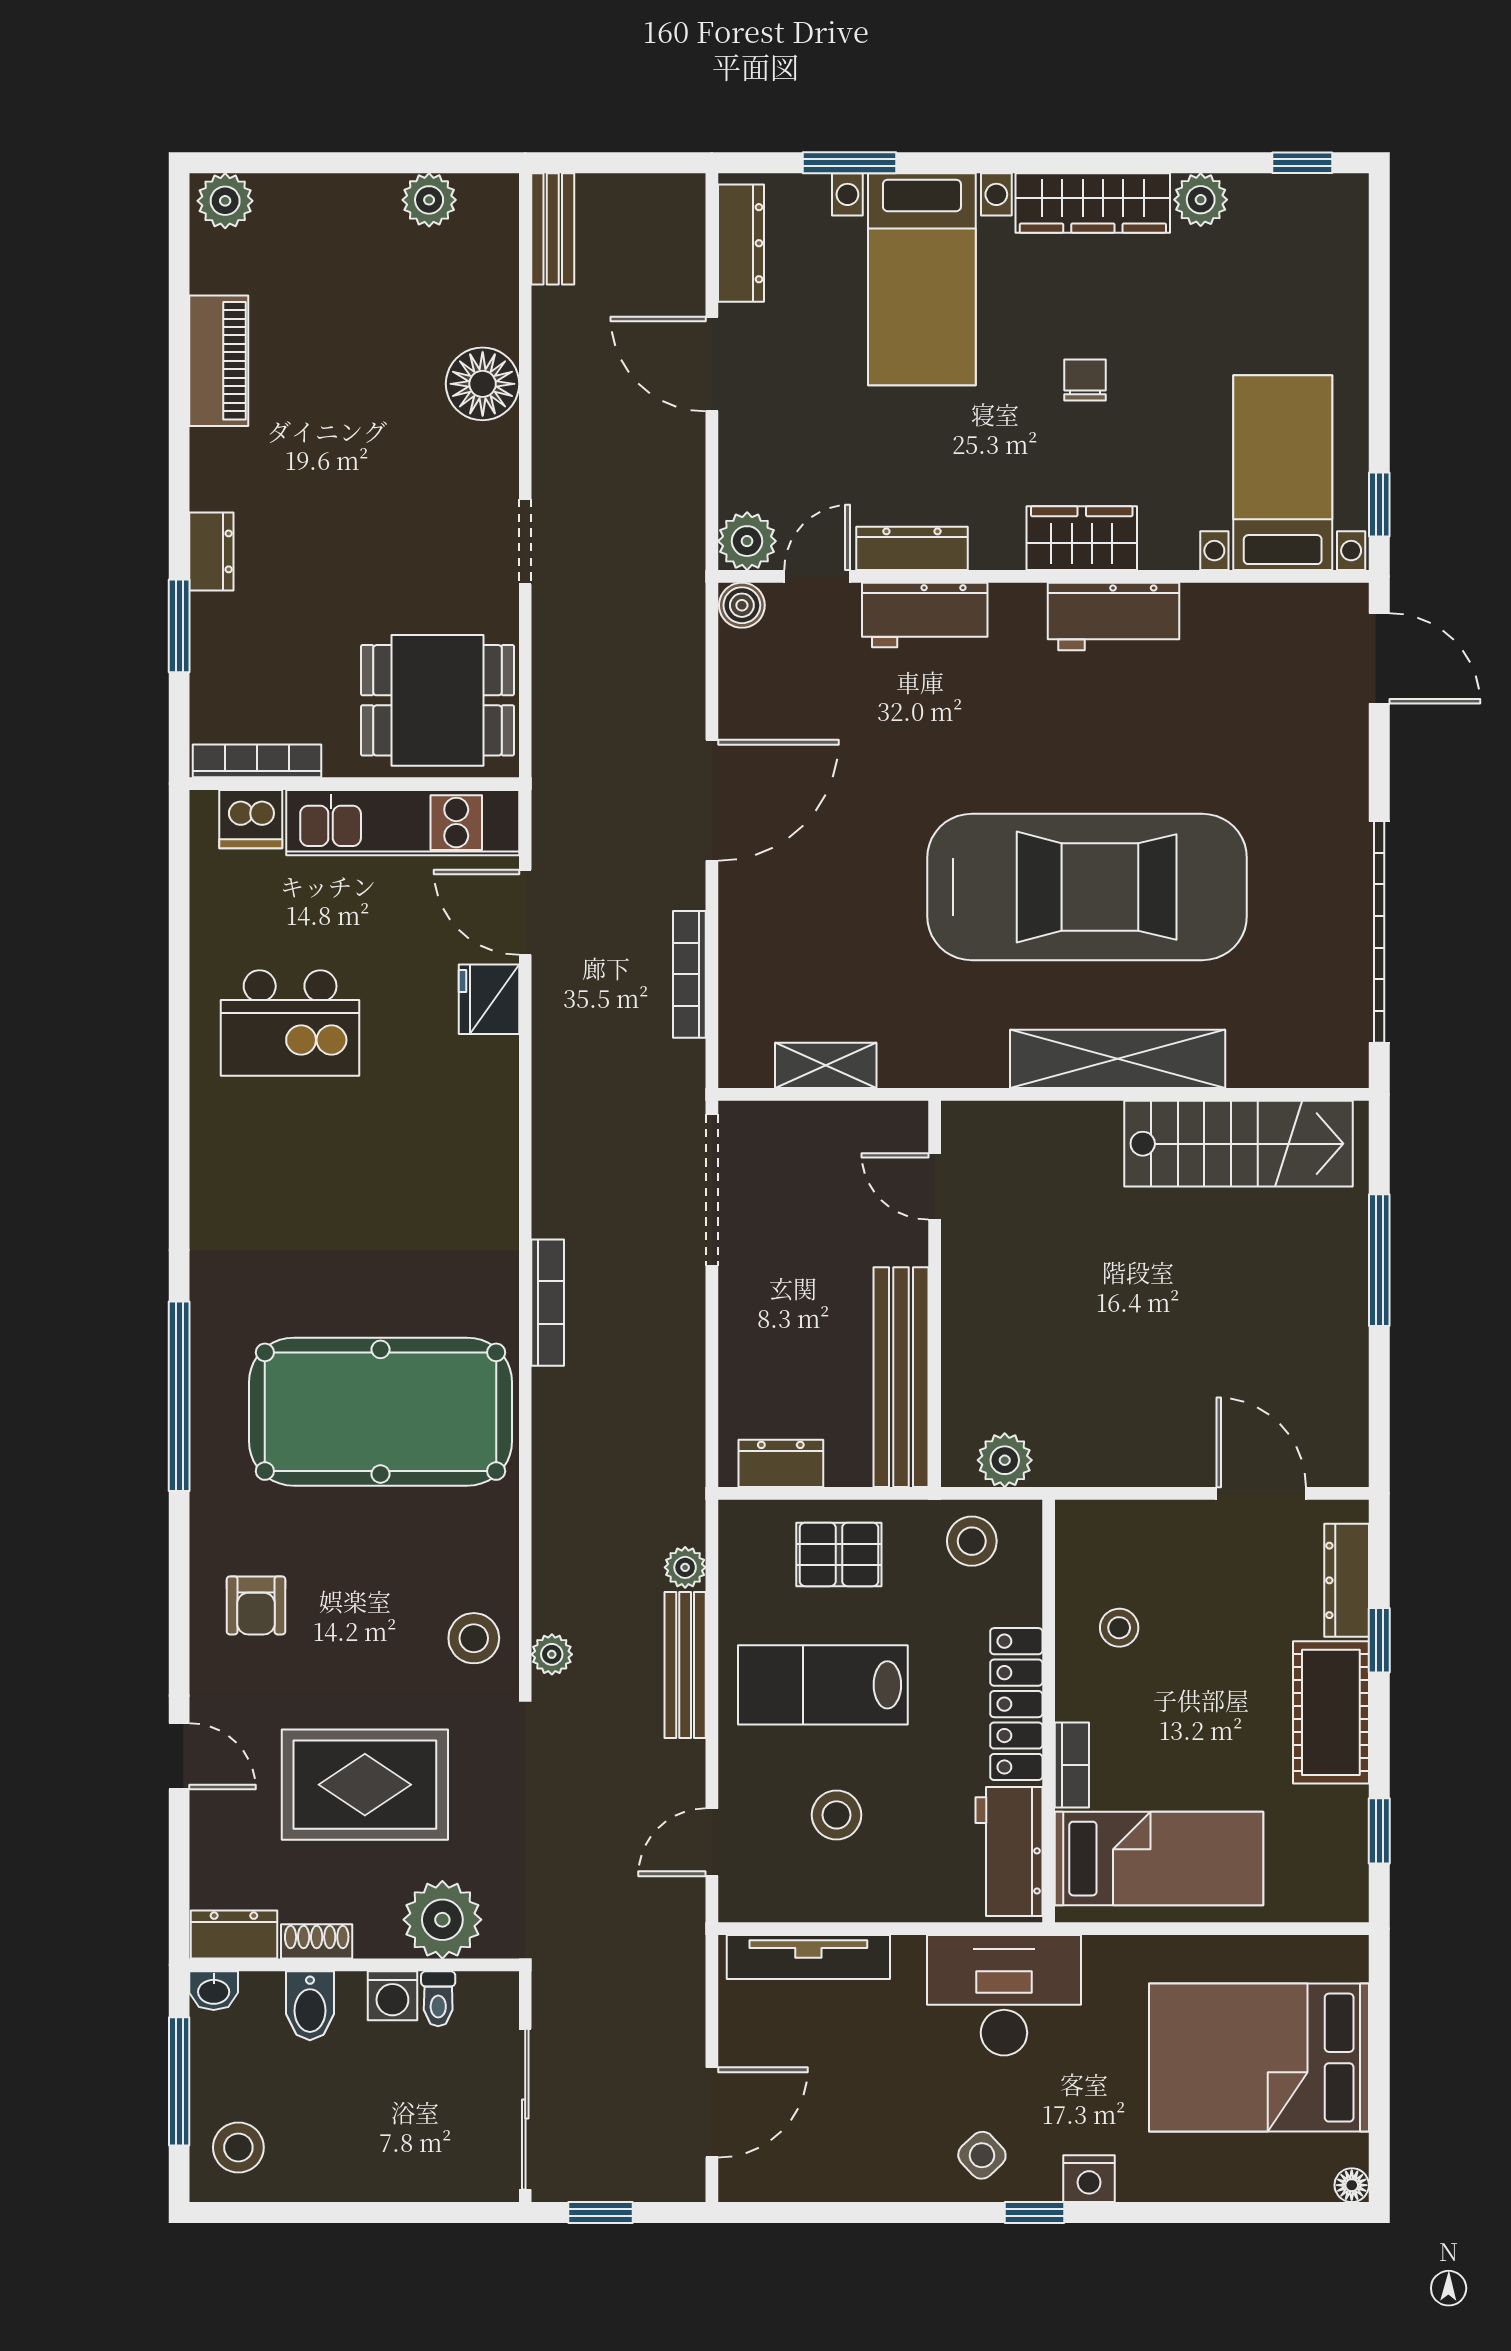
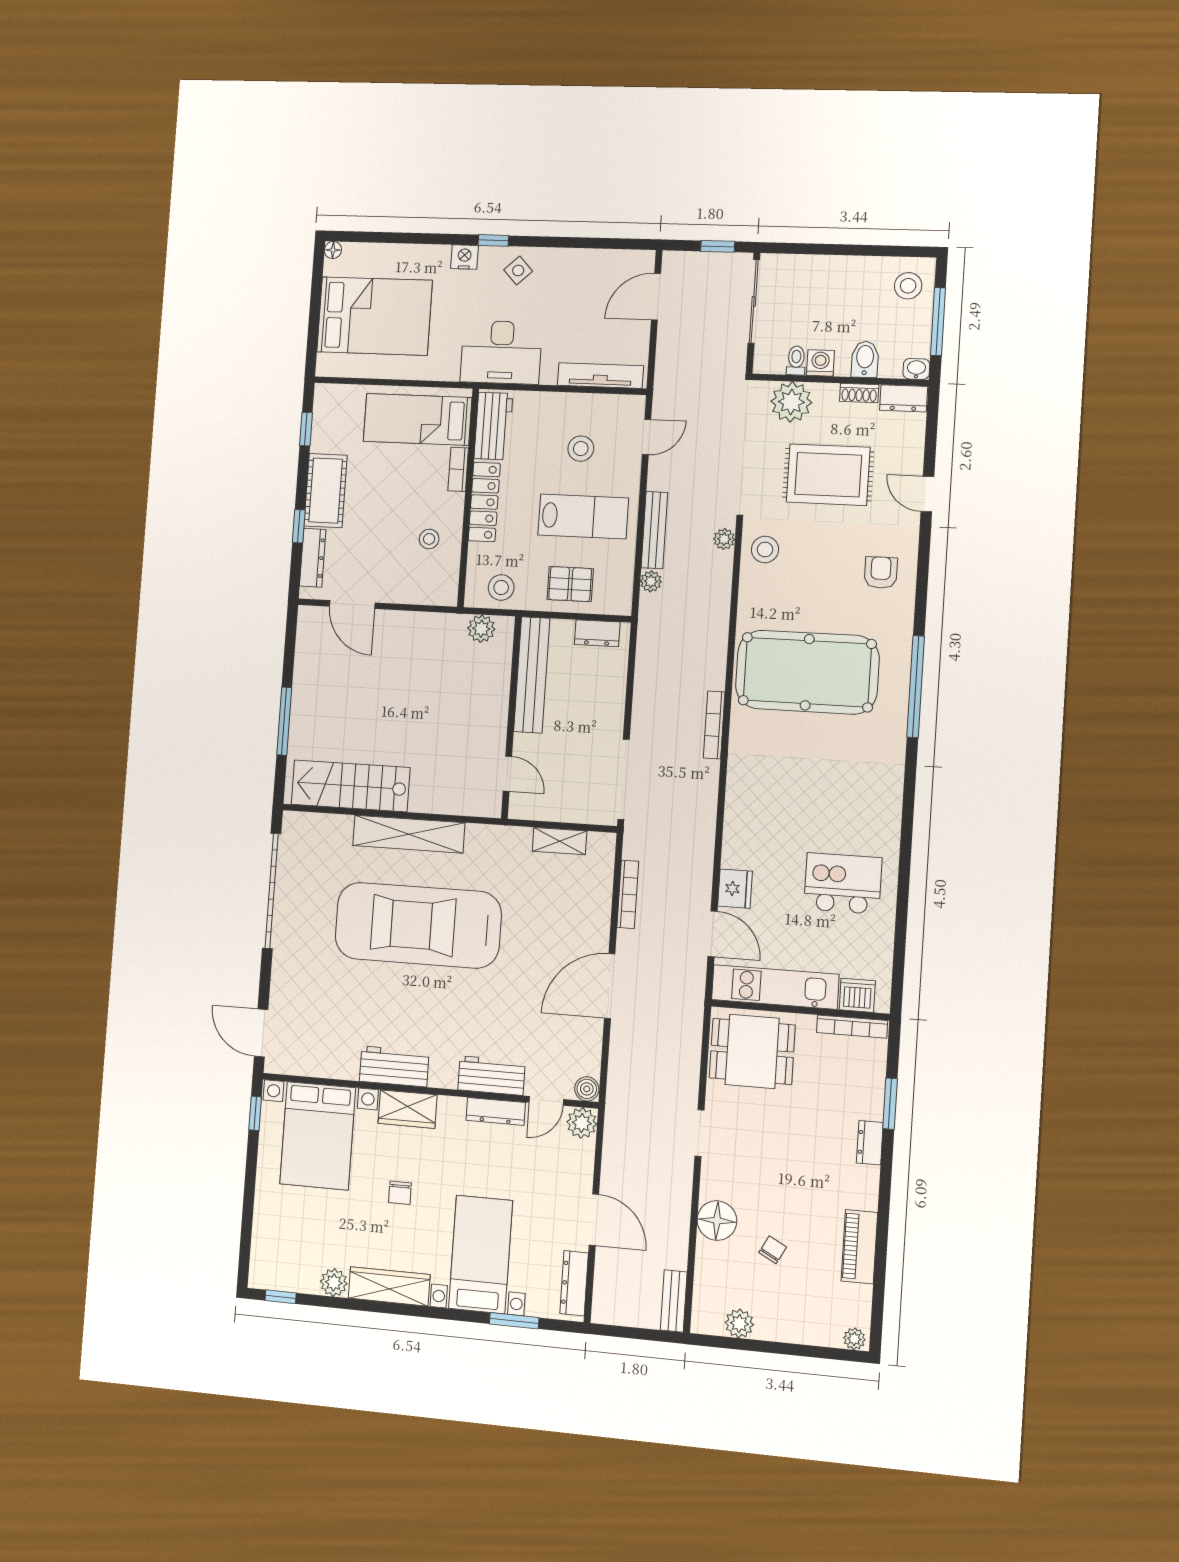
plant: (225, 201) -> (854, 1339), width x0.73, depth x0.73
chair: (376, 340) -> (773, 1250), added
bed with nightstands: (1283, 473) -> (318, 1136), width x1.36

